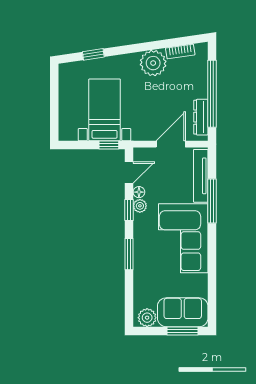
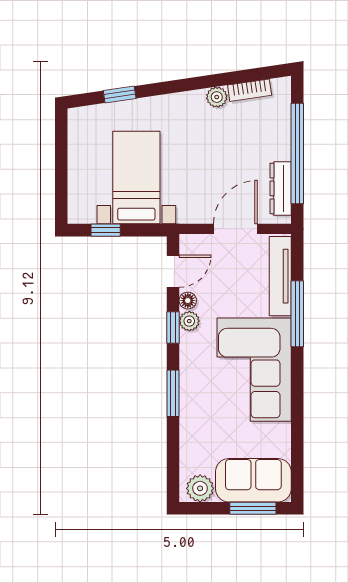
plant: (153, 63) -> (217, 97), width x0.53, depth x0.53
window: (109, 145) -> (106, 230), moved

